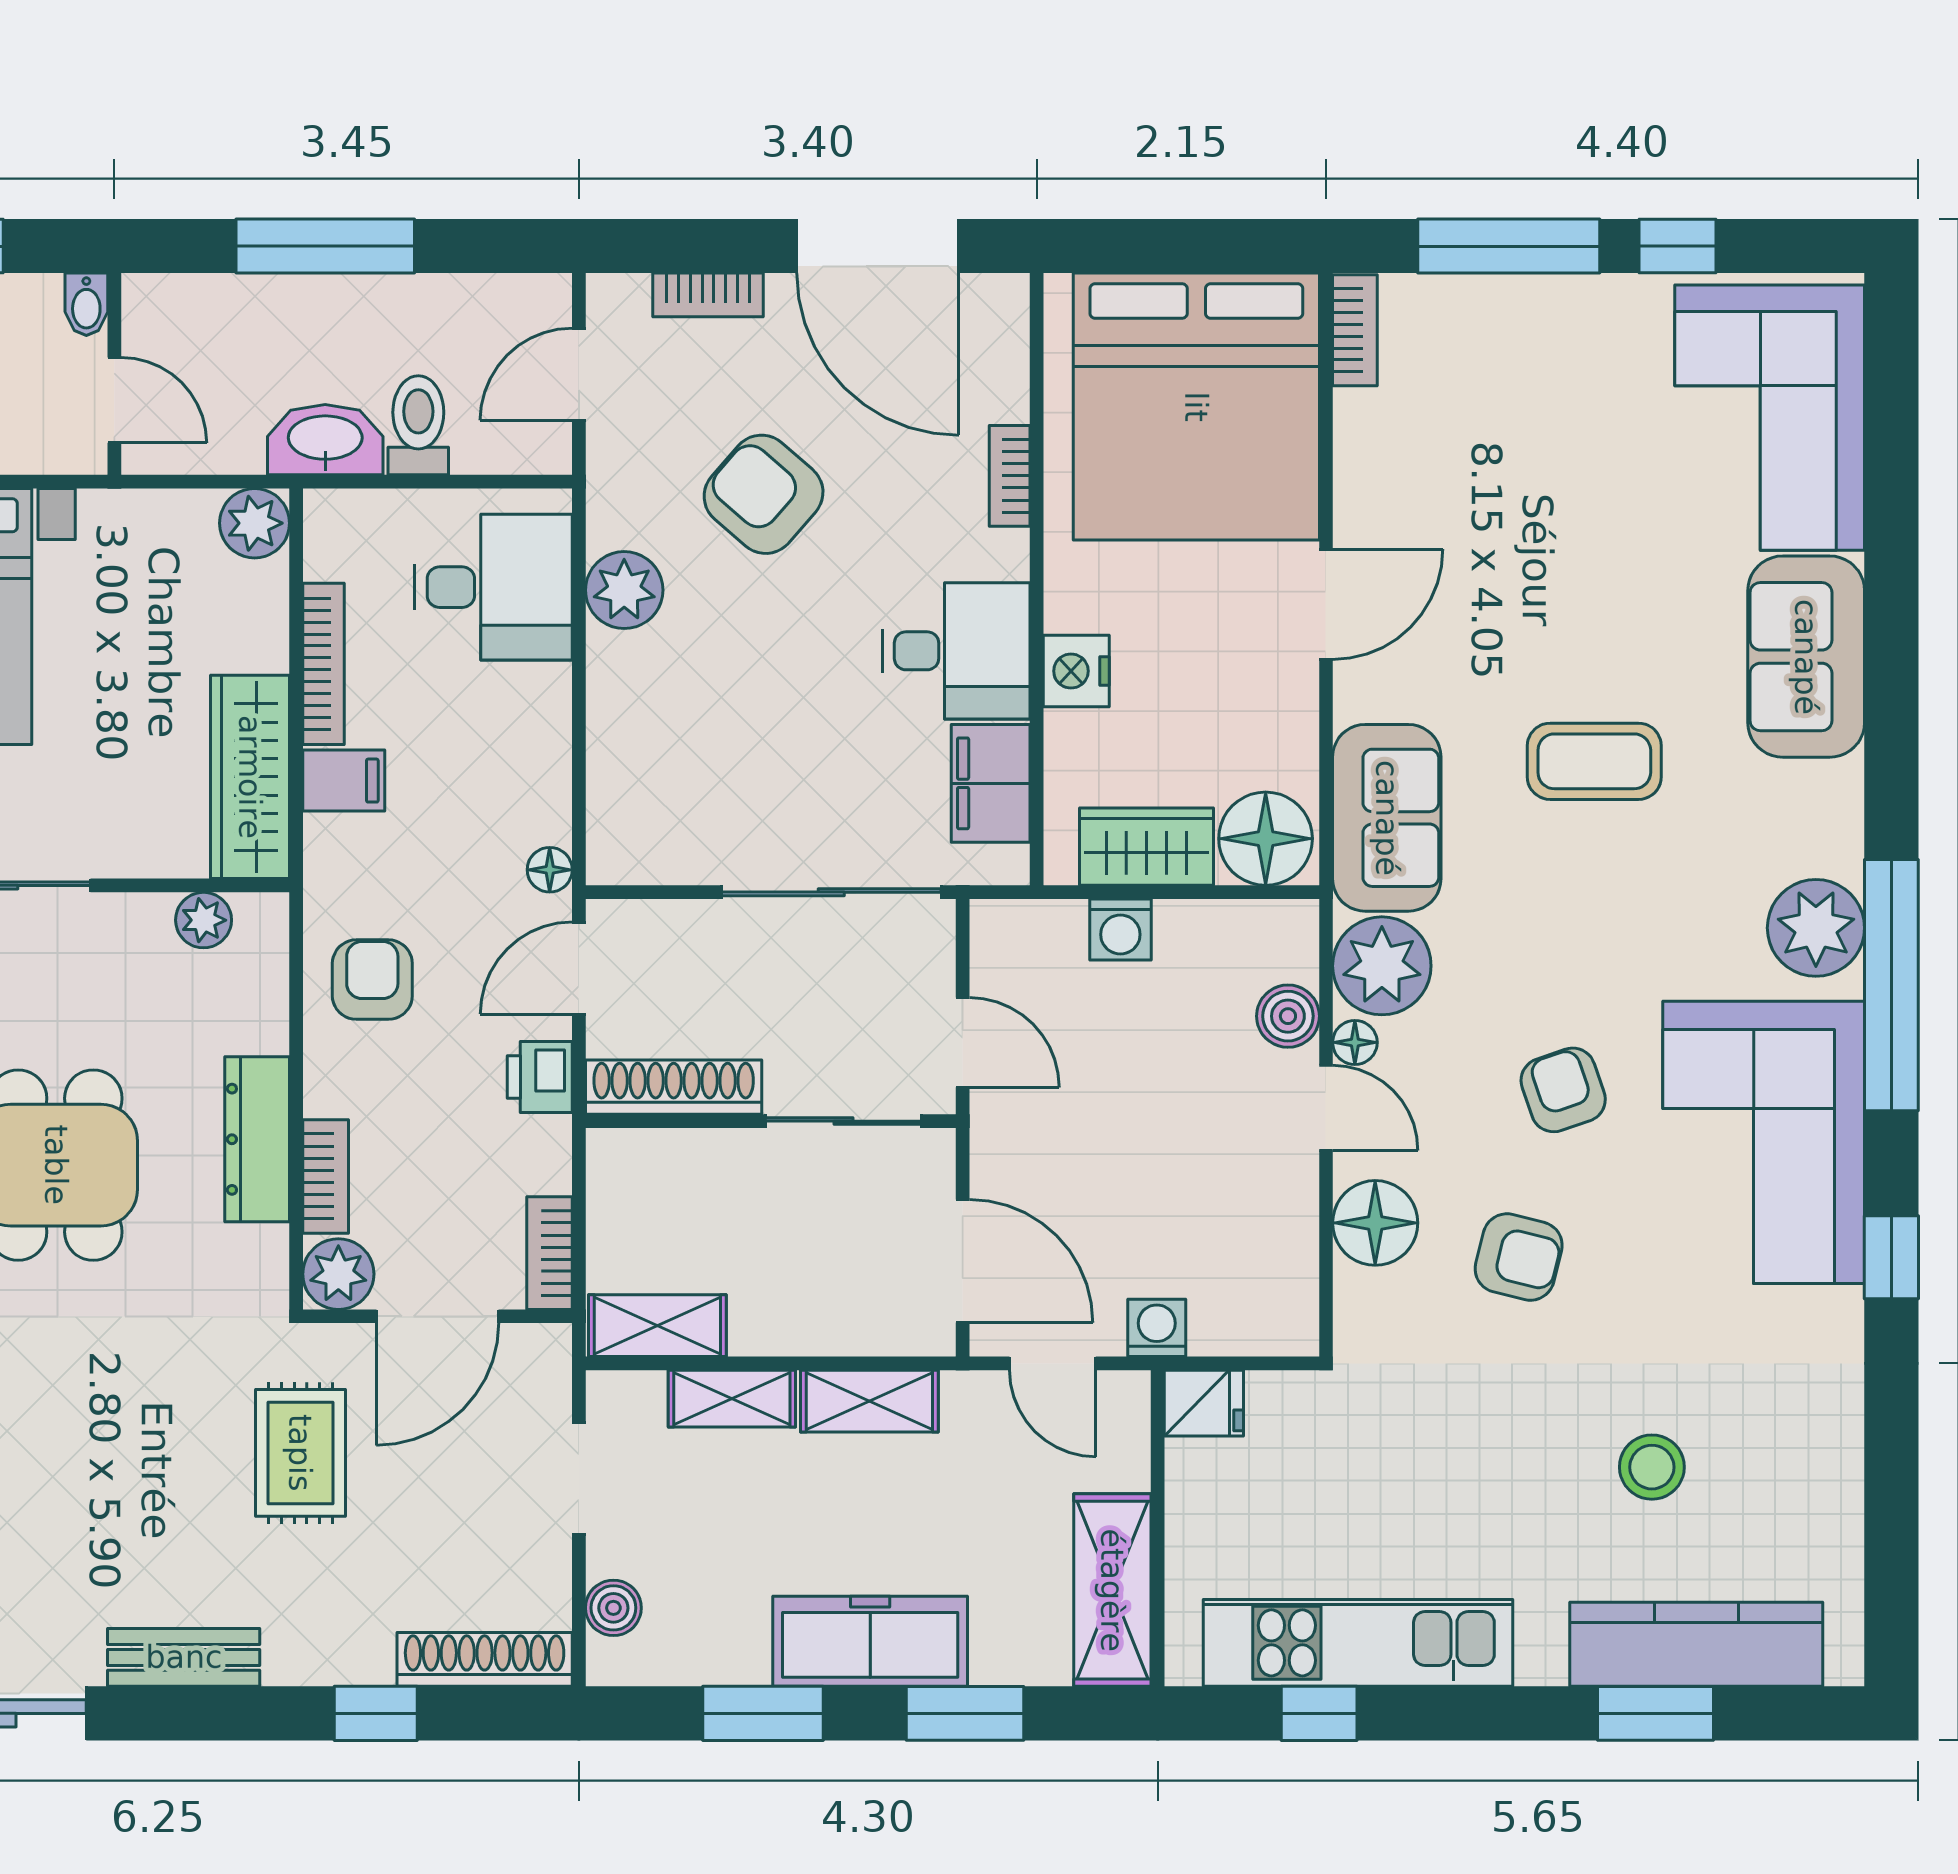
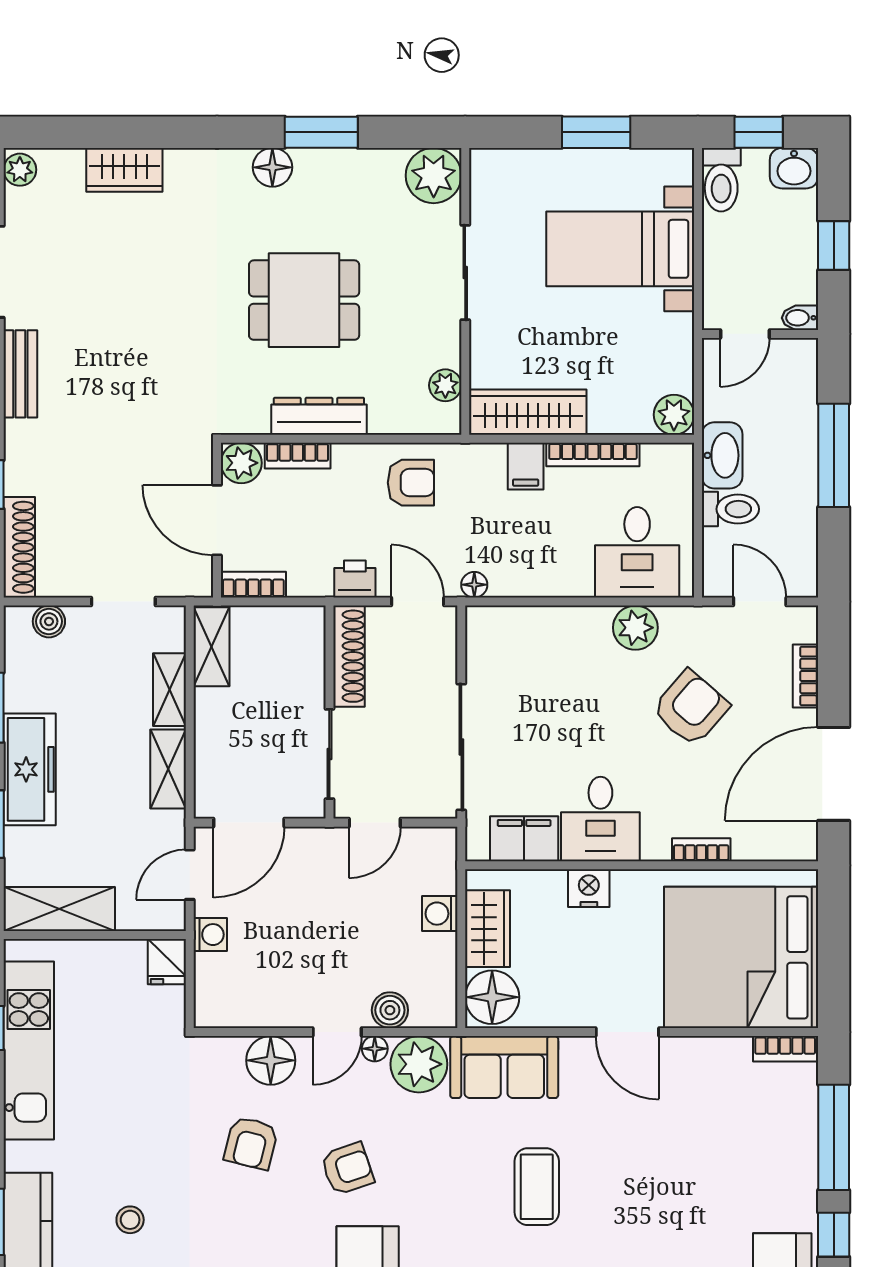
rug: (300, 1453) -> (138, 441), removed
stool: (1652, 1467) -> (130, 1220), width x0.73, depth x0.73

